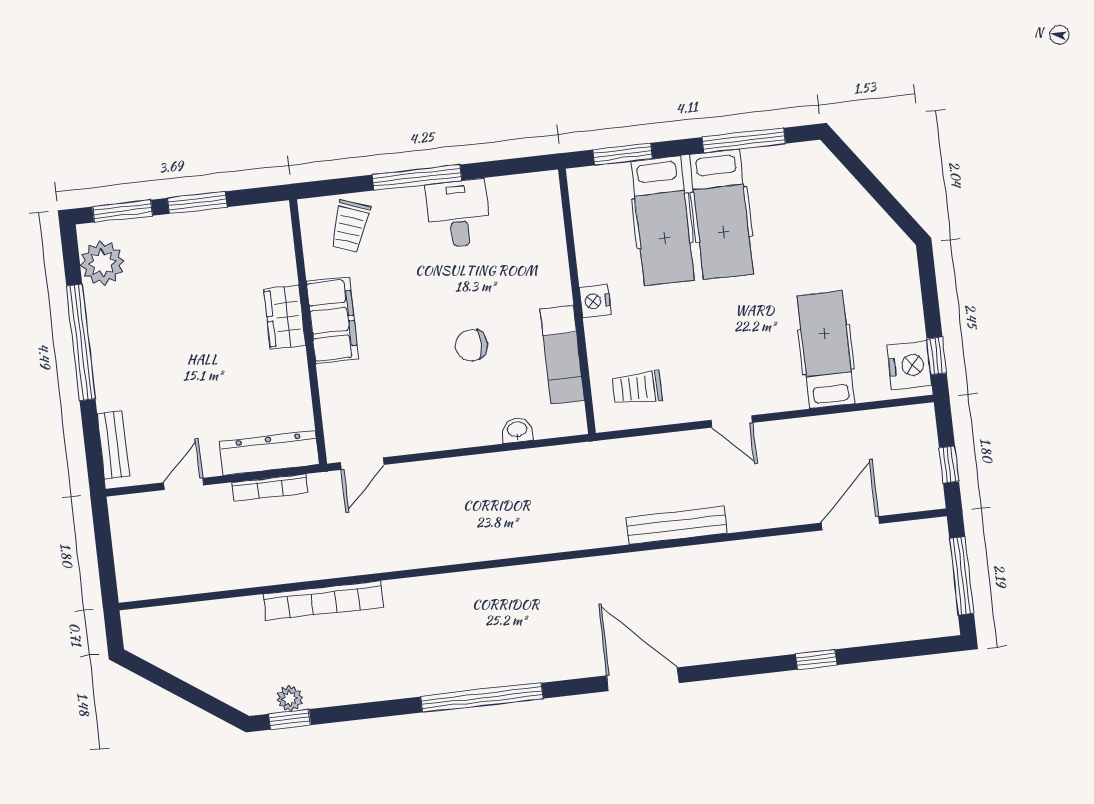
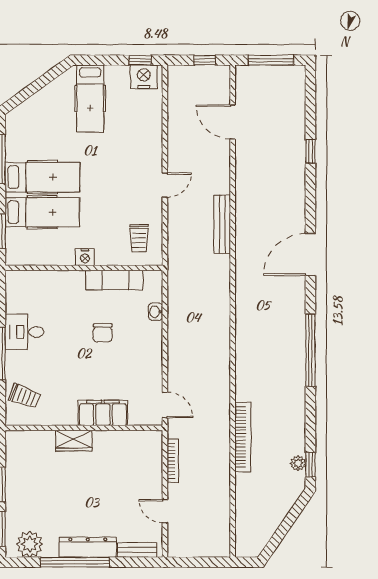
filing cabinet: (332, 320) -> (103, 413), moved
hospital bed: (826, 350) -> (90, 99), moved, turned -90
dresser: (270, 453) -> (88, 547), moved, turned 90

